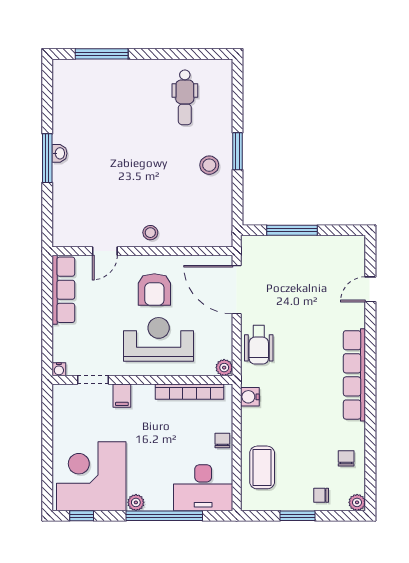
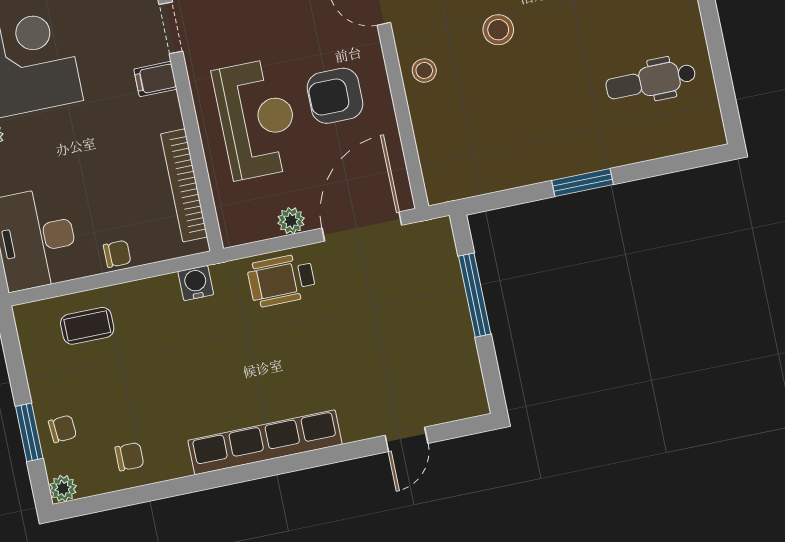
stool: (209, 165) -> (498, 30), moved
door: (370, 289) -> (406, 439), swing flipped
plant: (224, 368) -> (291, 221), moved
coffee table: (262, 467) -> (87, 326), width x0.73, depth x0.77
chair: (321, 495) -> (62, 429), turned 86
window: (297, 516) -> (29, 432), moved

